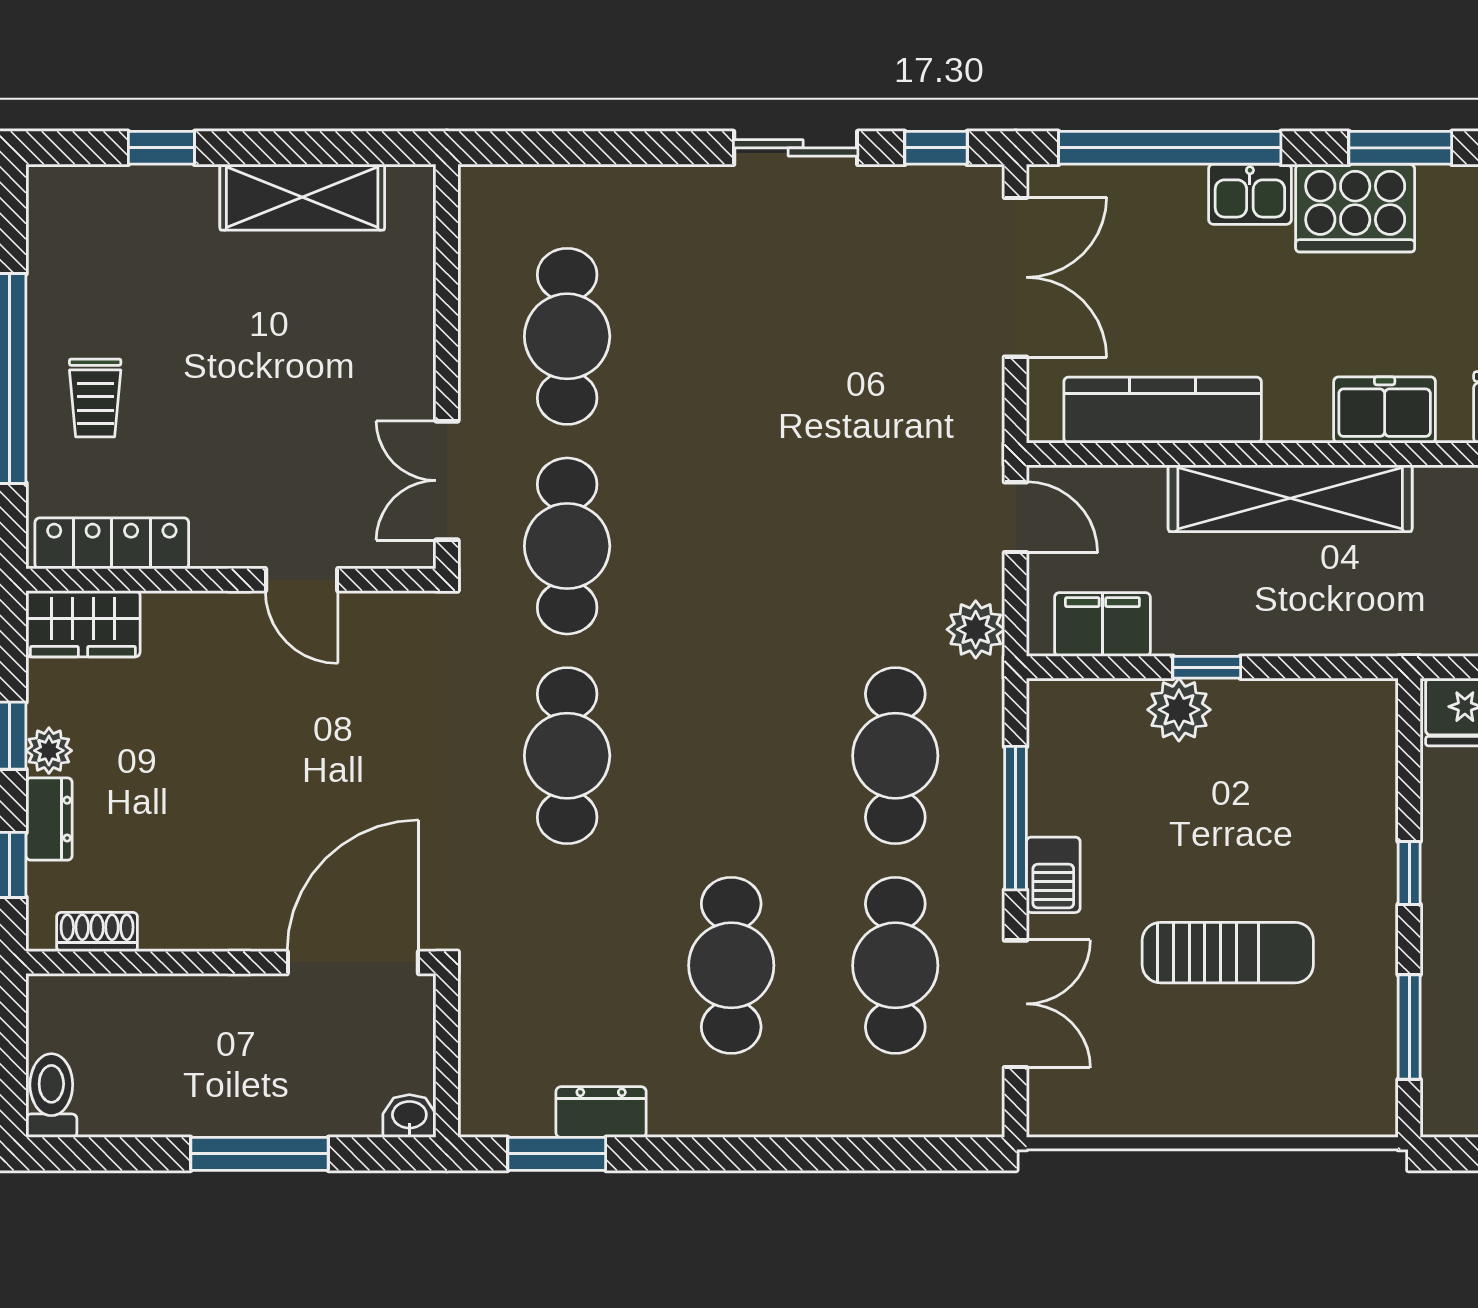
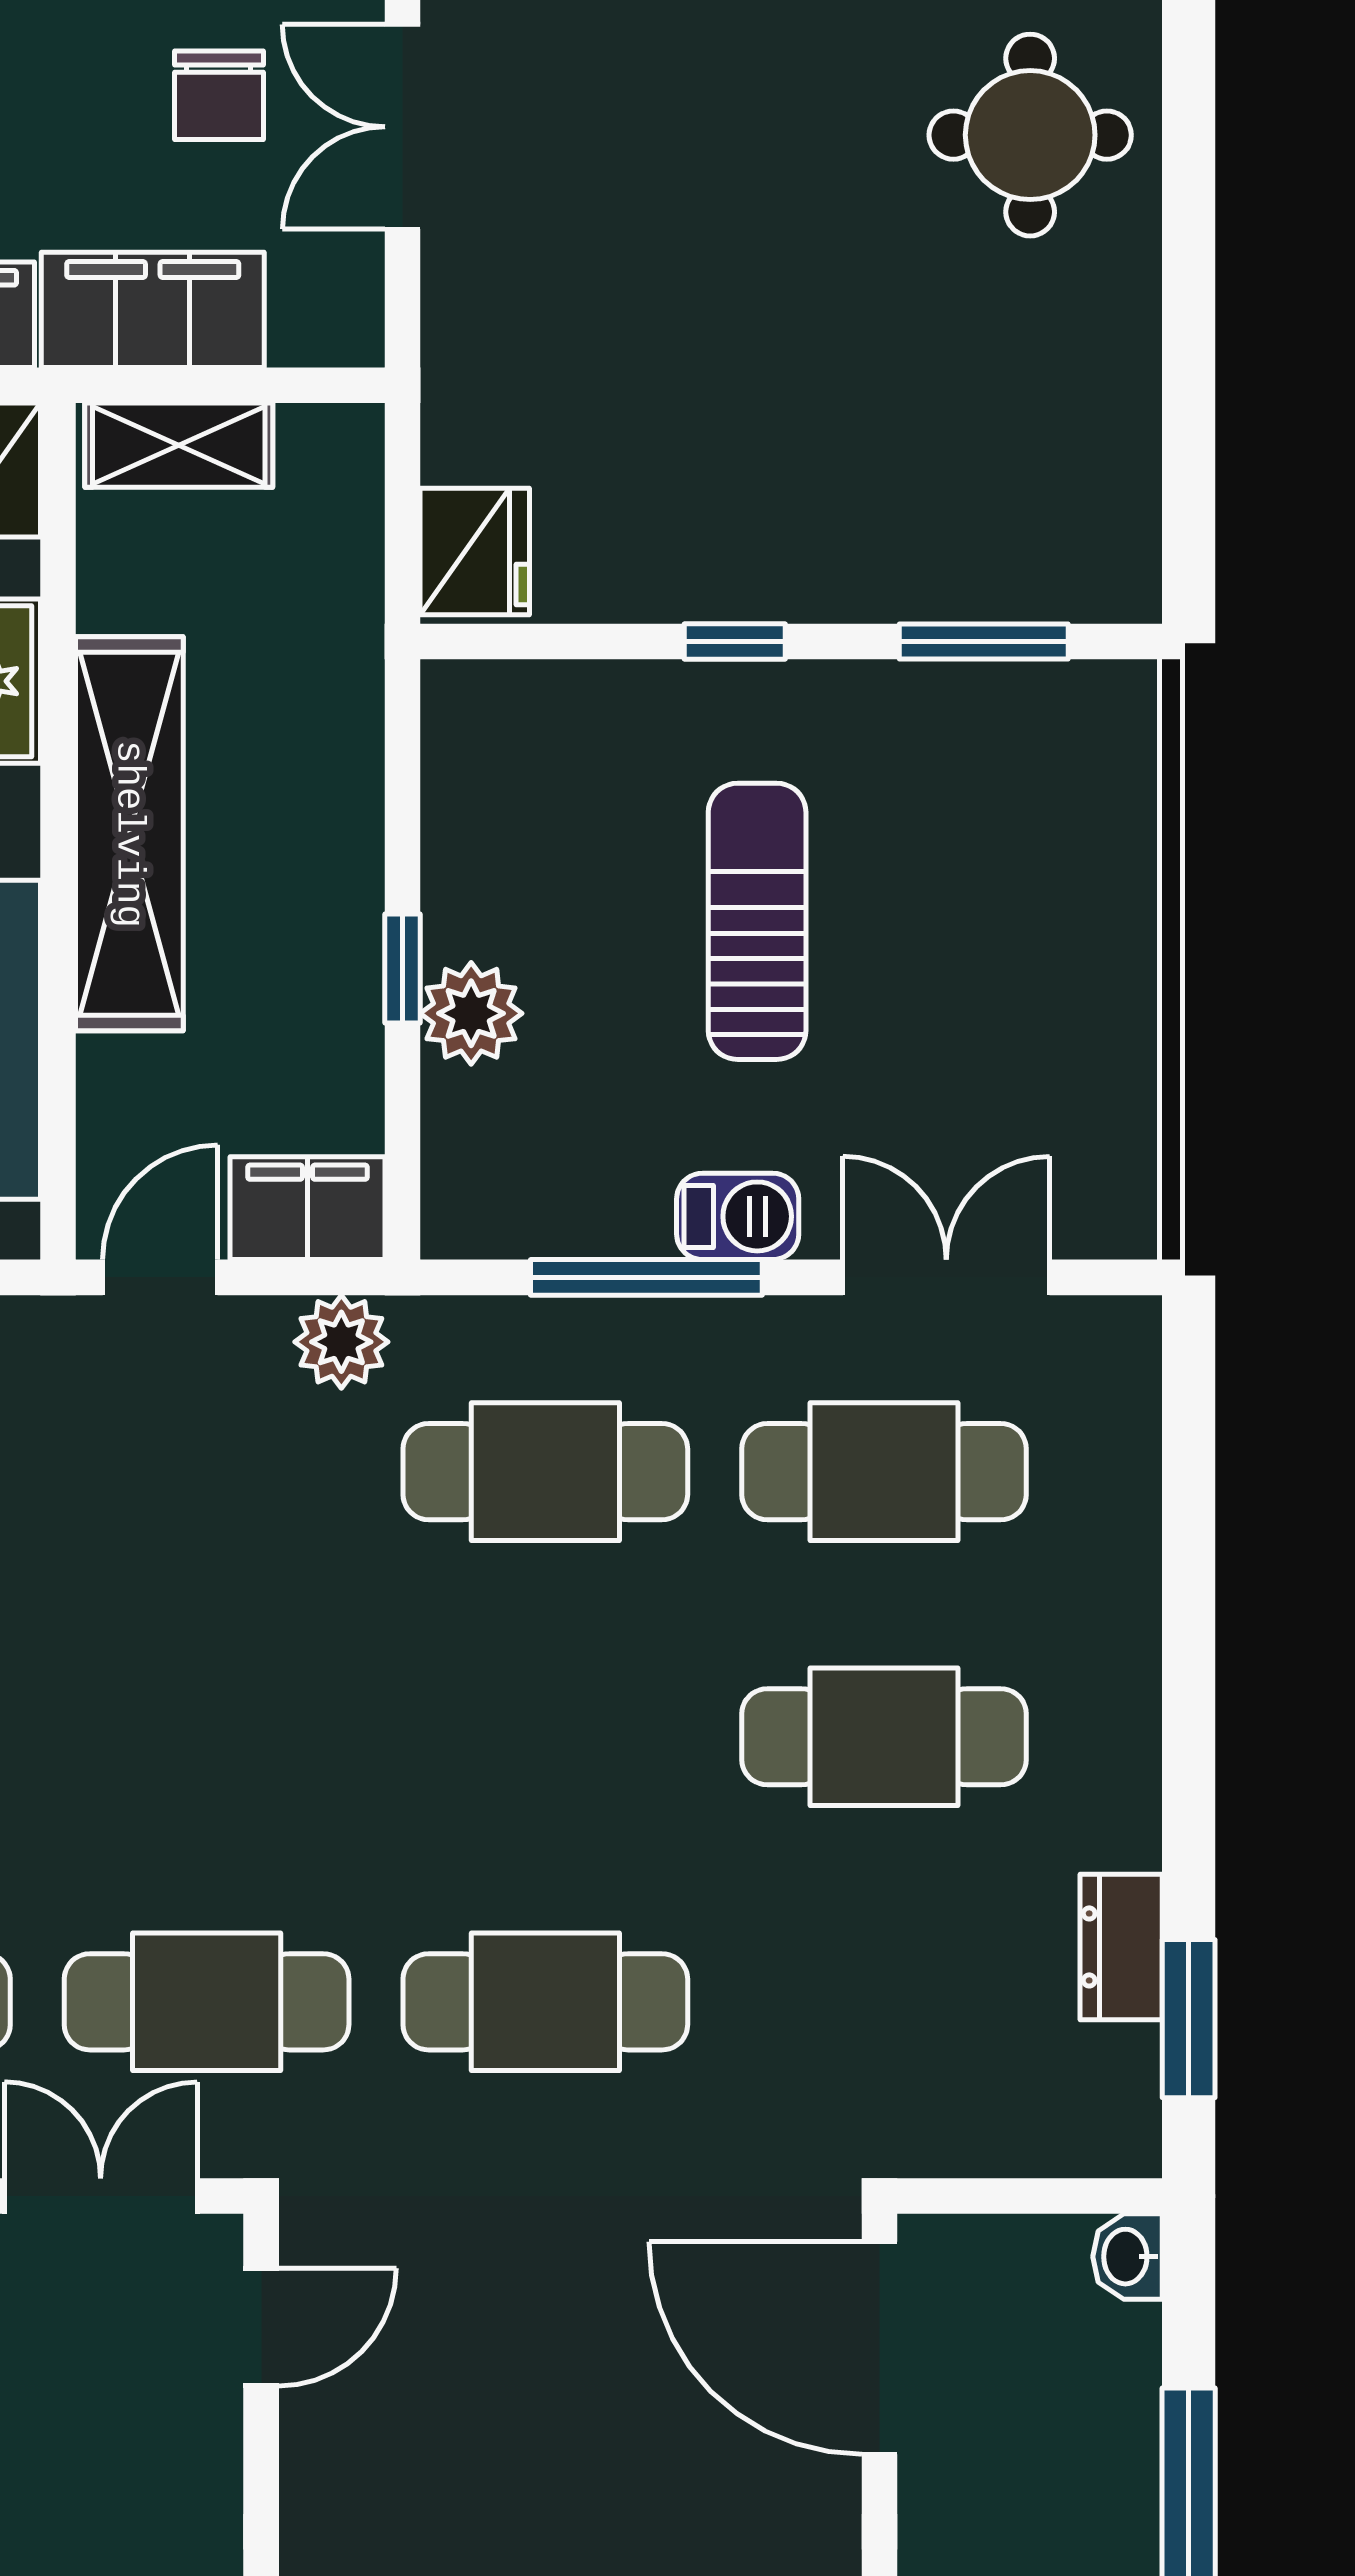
double door: (447, 480) -> (101, 2196), swing flipped
door: (302, 580) -> (261, 2327), moved
filing cabinet: (1102, 624) -> (308, 1208), moved, turned 90
sun lounger: (1228, 953) -> (757, 921), moved

